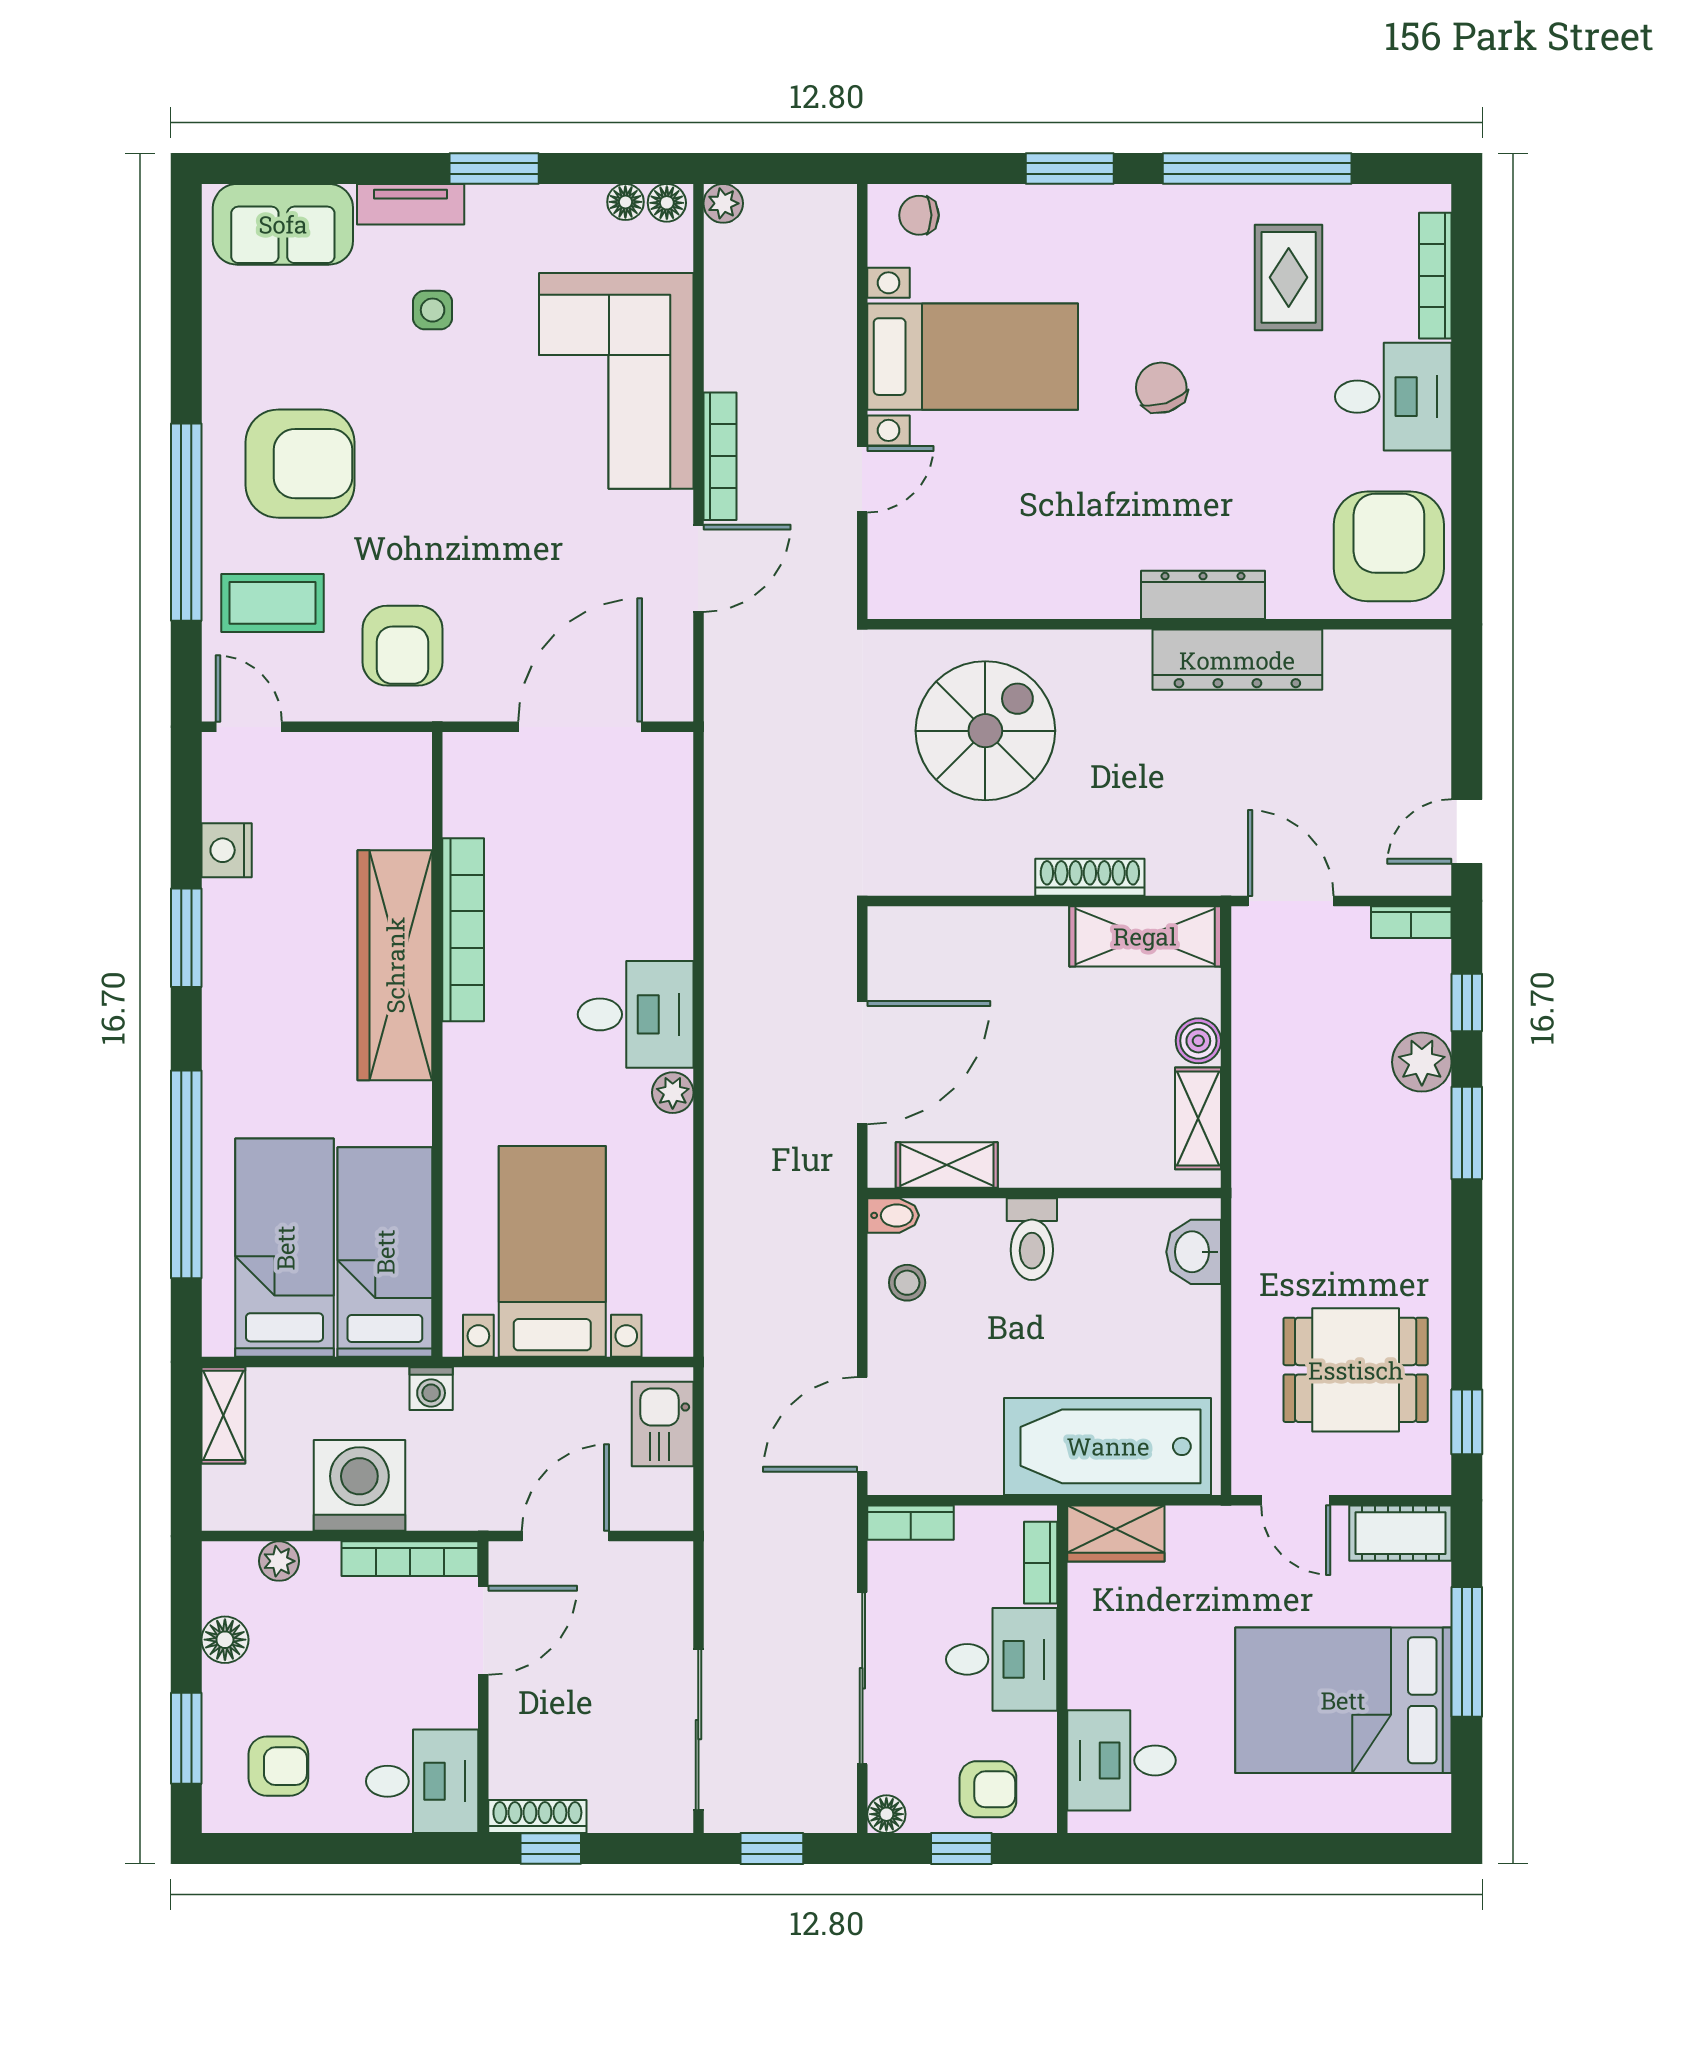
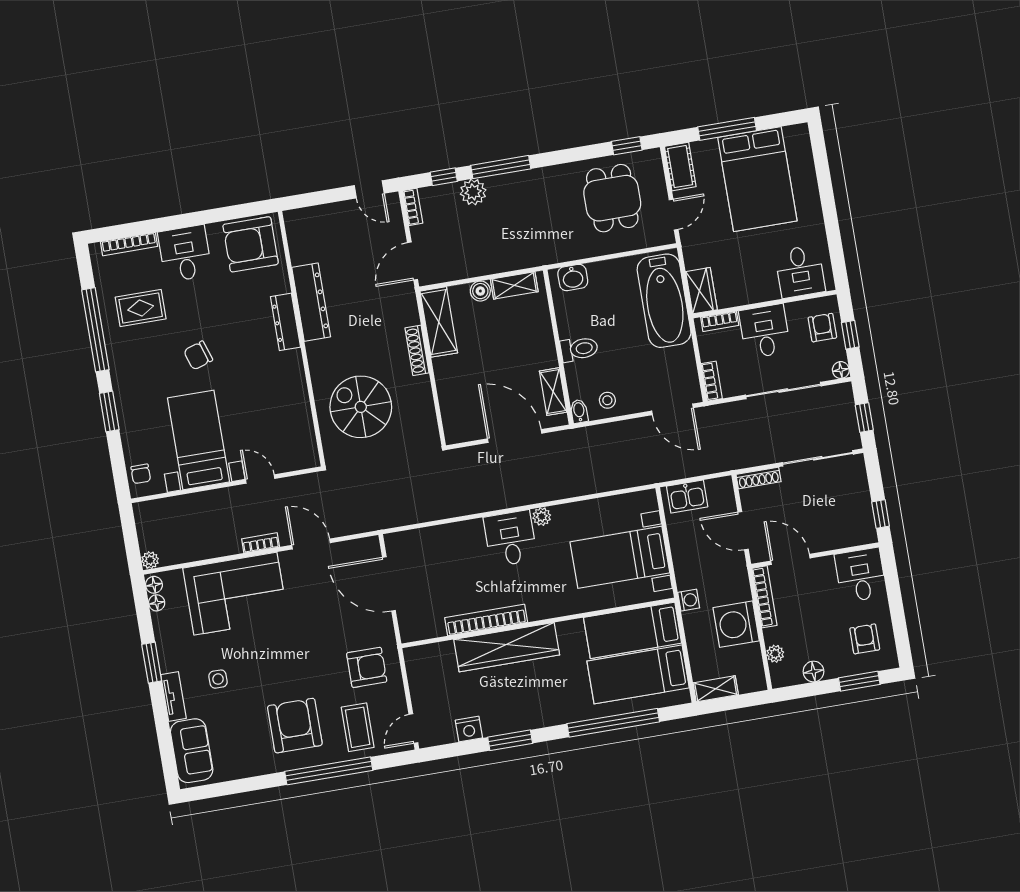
bookcase: (720, 456) -> (261, 543), width x0.64
window: (1467, 1133) -> (501, 167), width x1.44
shoe rack: (537, 1817) -> (759, 478), moved, turned -90

